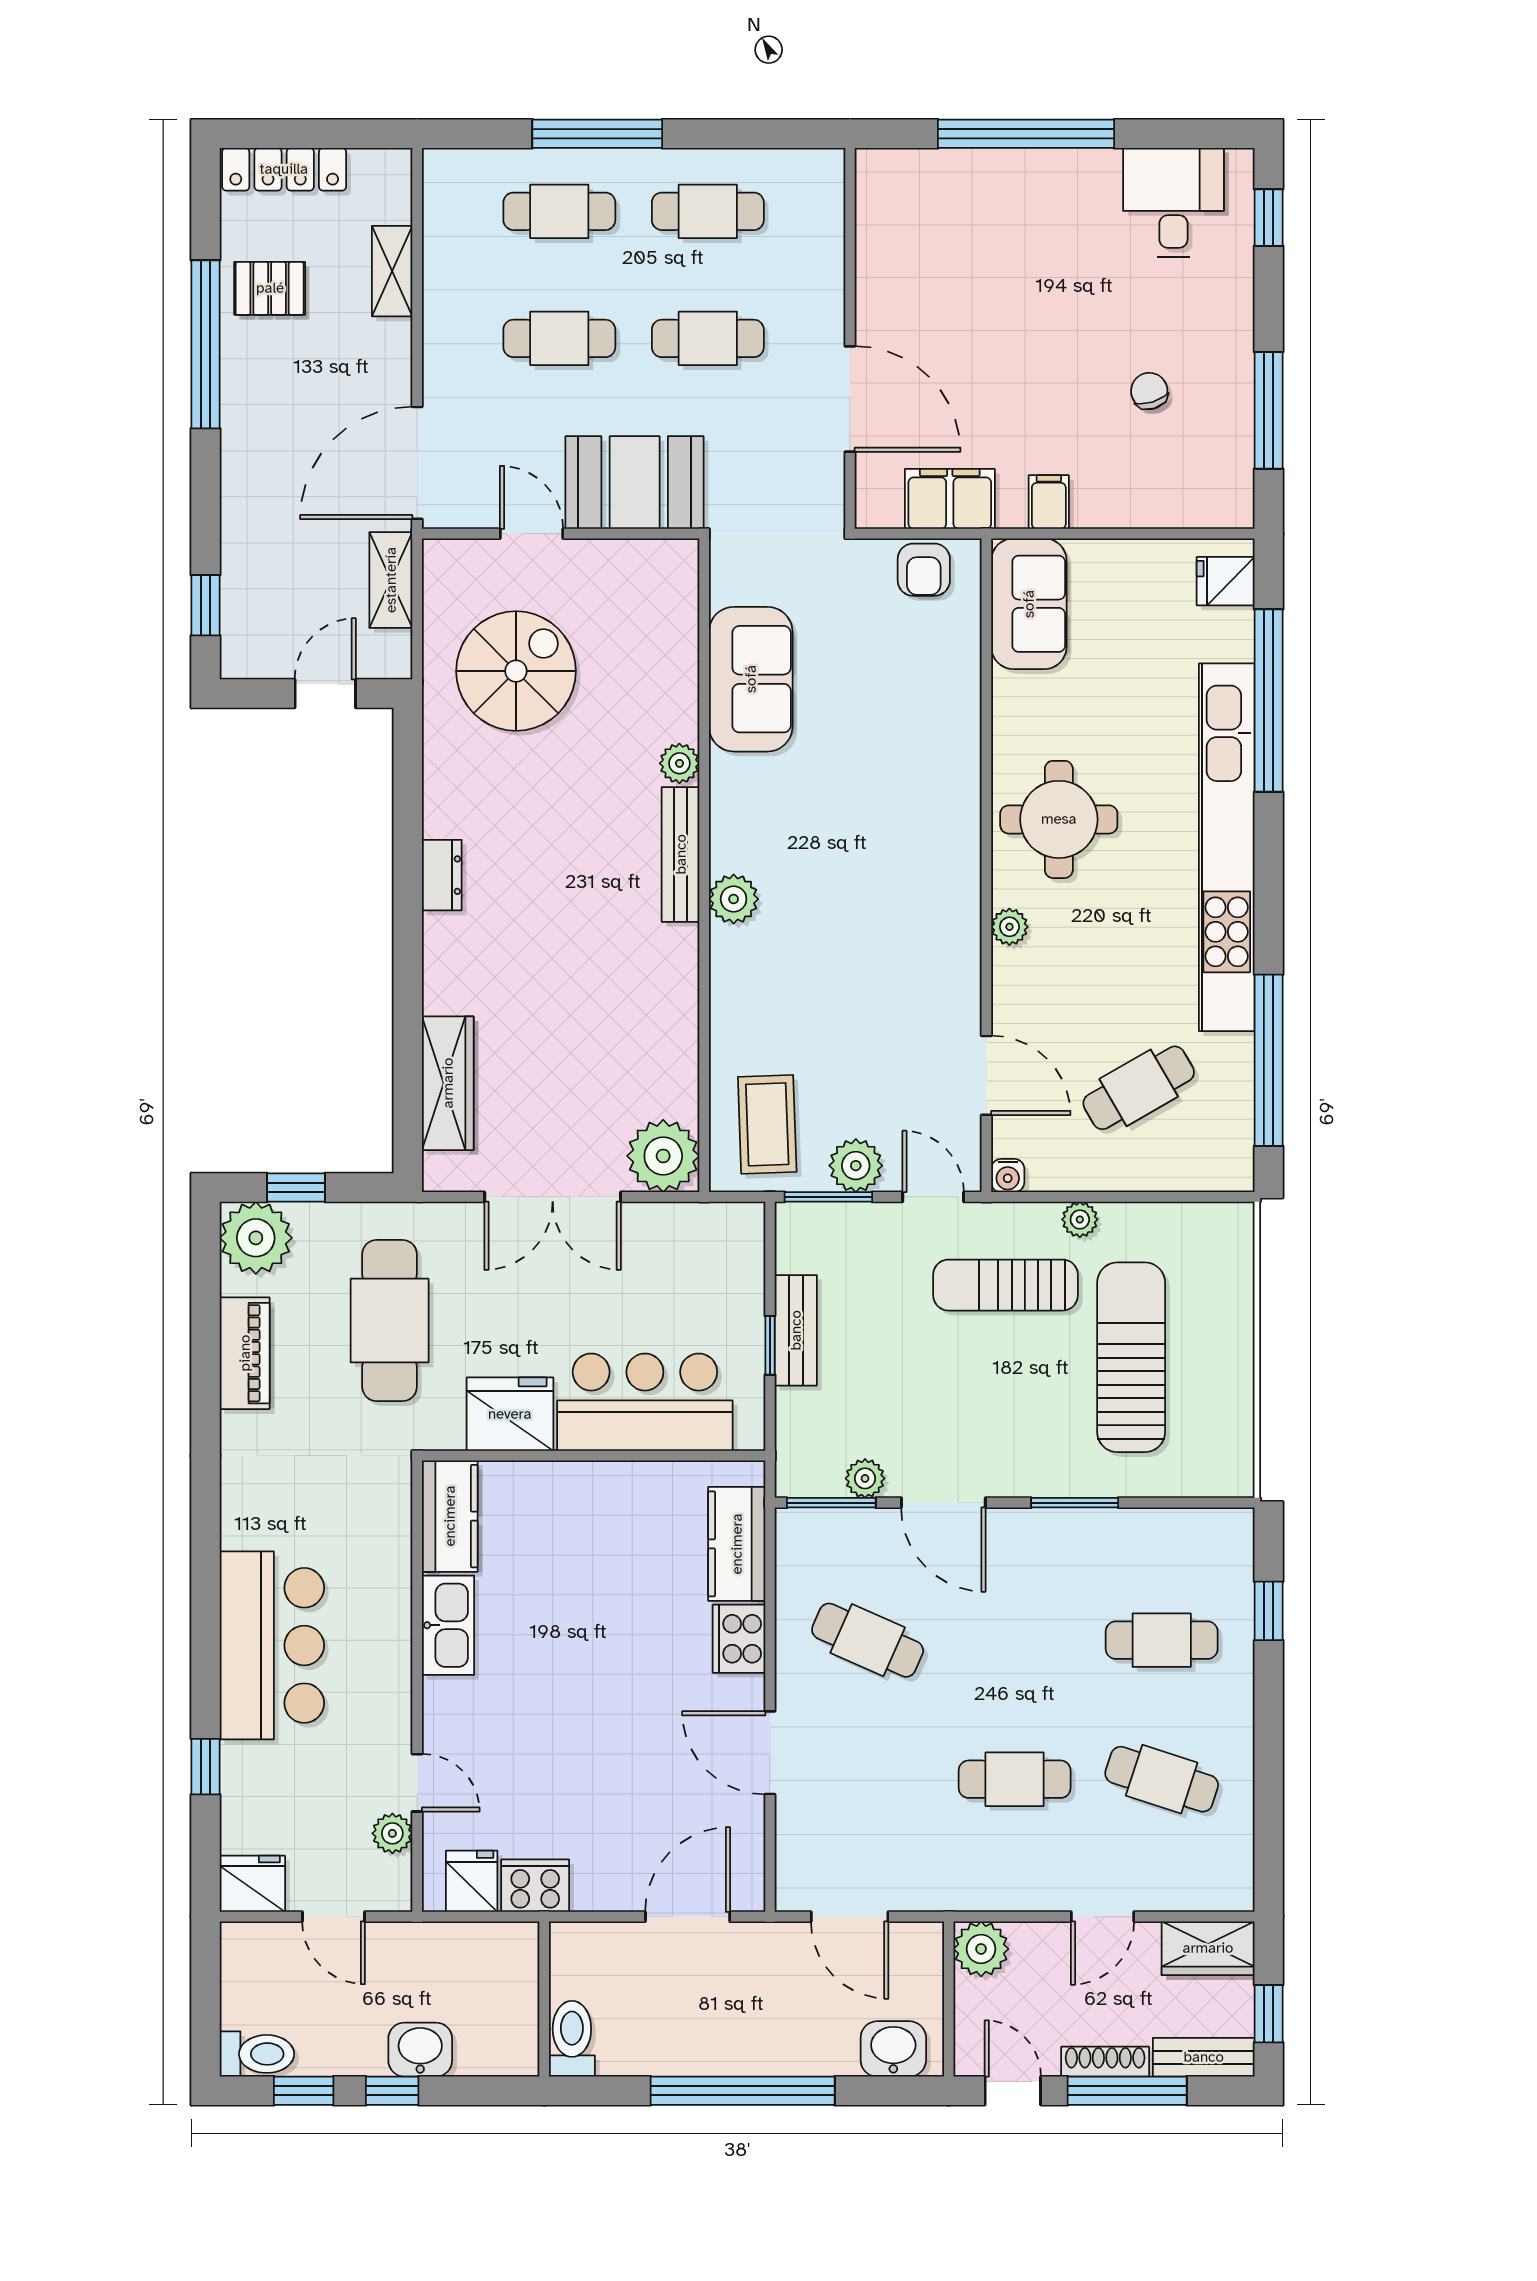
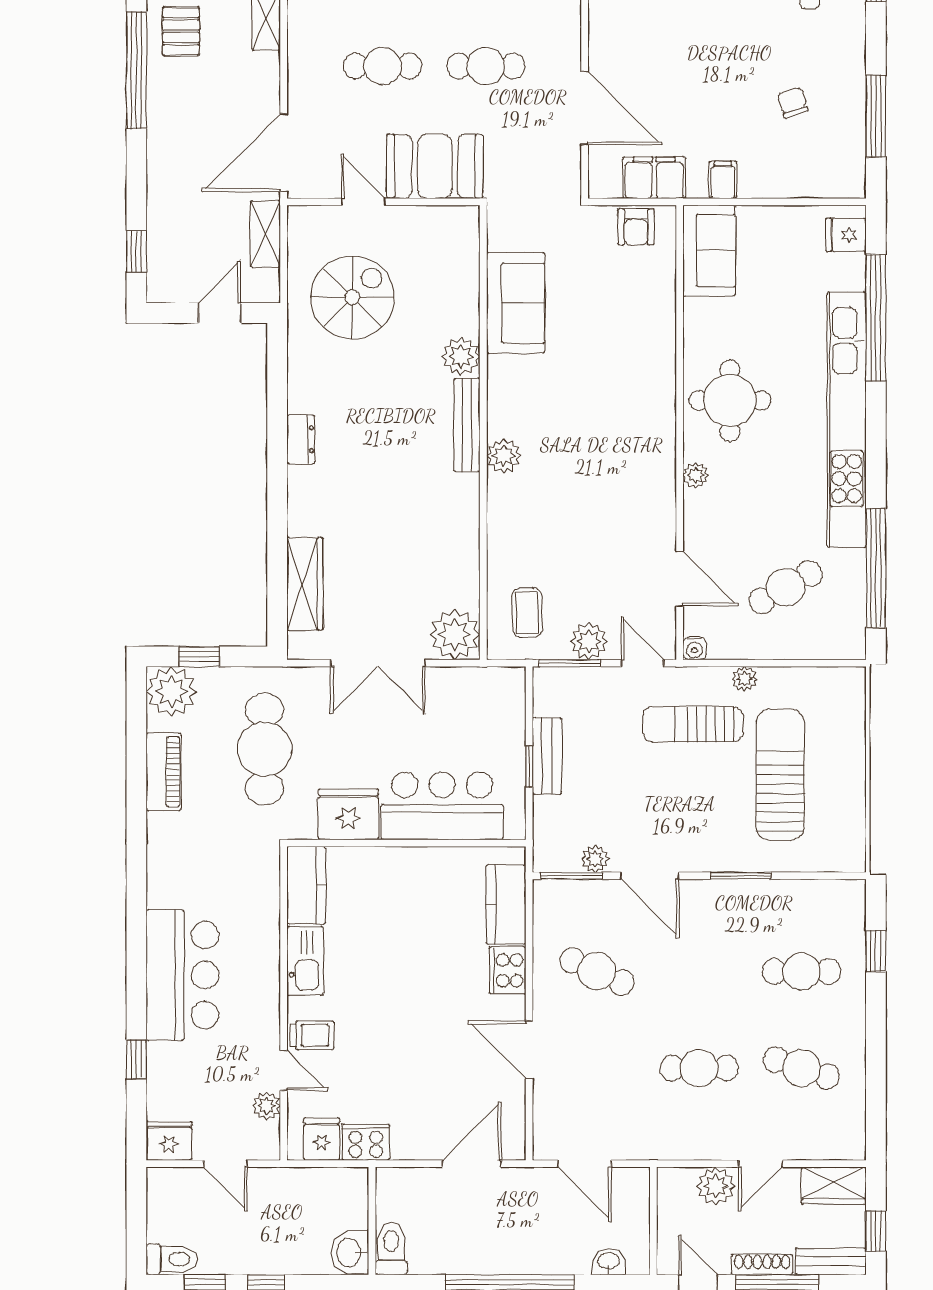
pallet: (270, 288) -> (181, 31), turned 90
plant: (679, 763) -> (461, 356), width x1.38, depth x1.38
coffee table: (767, 1124) -> (527, 613), width x0.73, depth x0.77
trolley: (458, 1732) -> (312, 1035), added
plant: (981, 1949) -> (716, 1186), moved
washbasin: (893, 2049) -> (609, 1262), width x0.72, depth x0.69
washbasin: (420, 2050) -> (350, 1253), moved, turned -90

